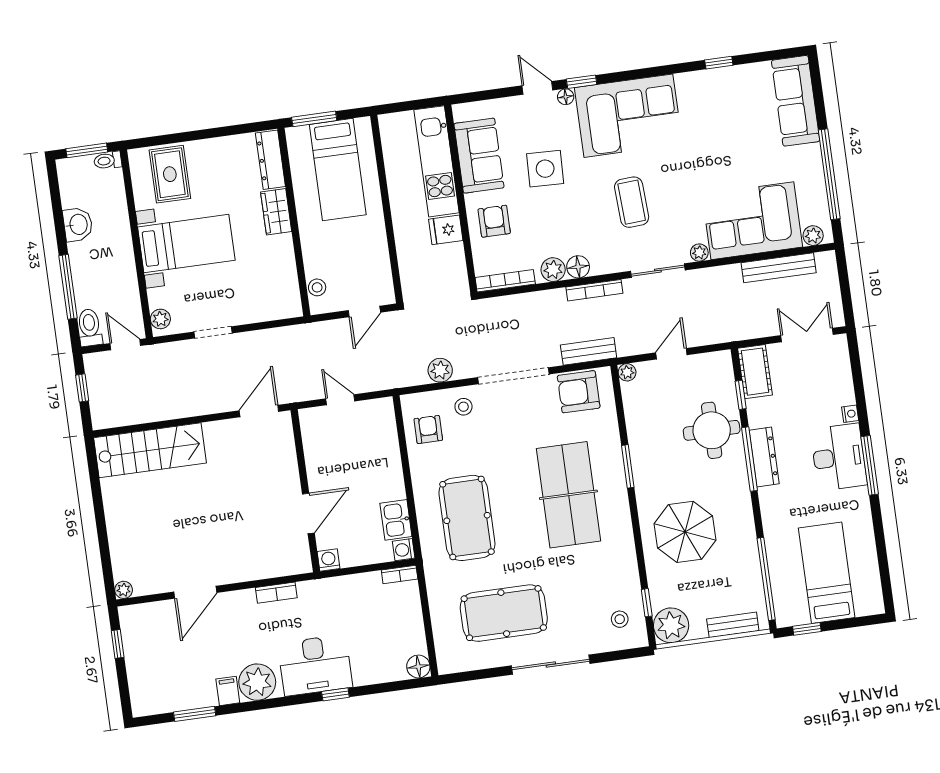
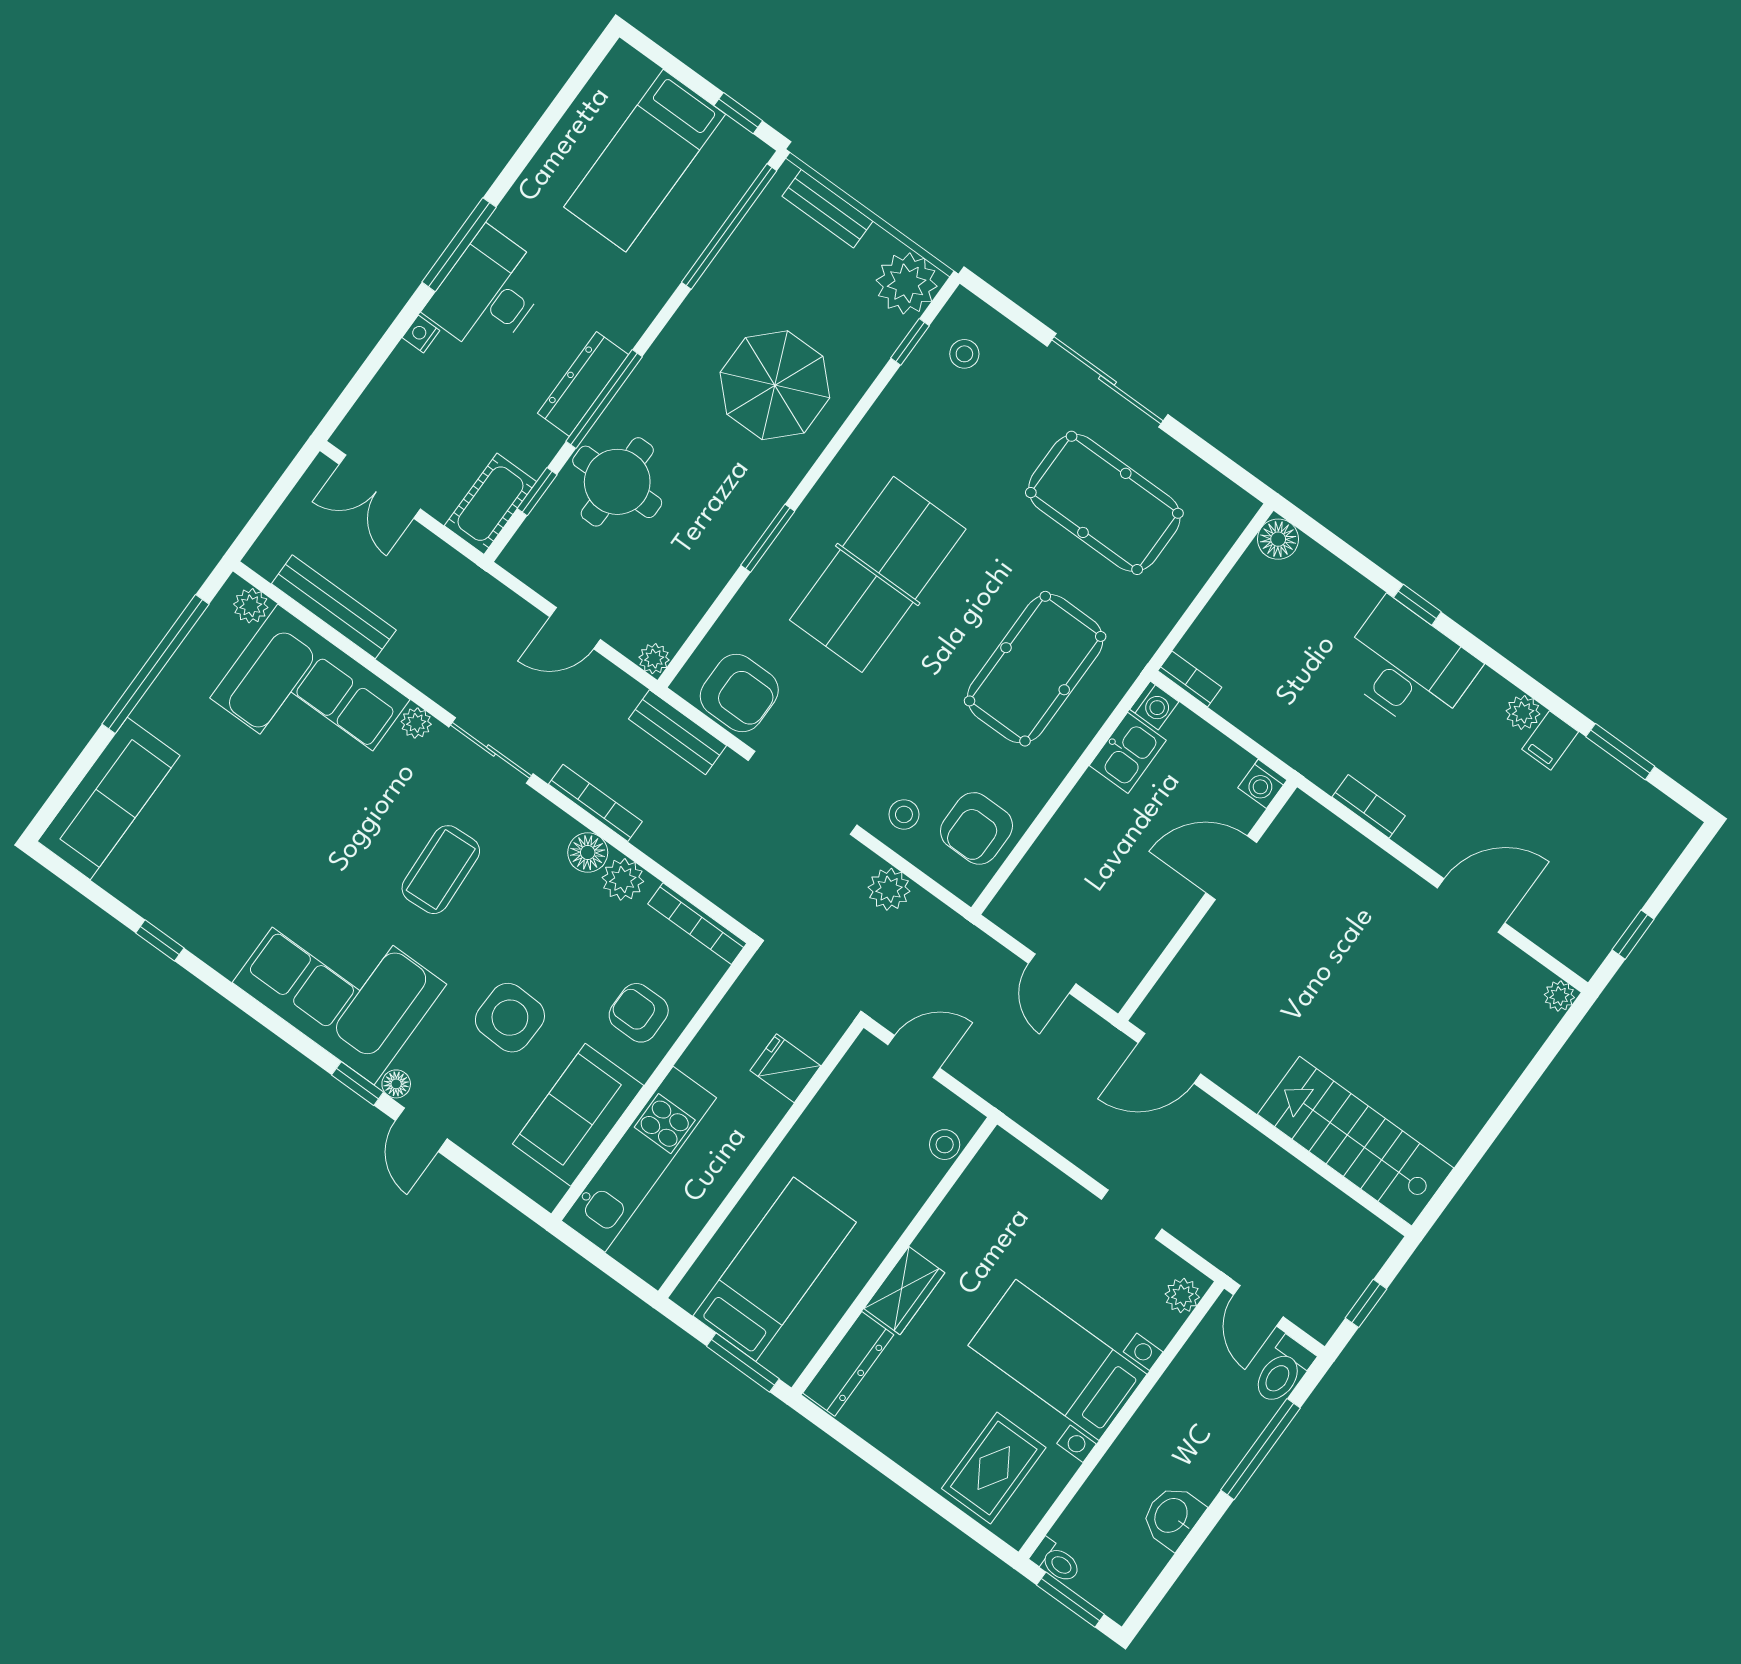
armchair: (494, 221) -> (639, 1013), turned 90
fridge: (446, 230) -> (785, 1068), moved, turned 180
armchair: (428, 429) -> (976, 828), width x1.38, depth x1.38
plant: (257, 682) -> (1523, 712), width x0.53, depth x0.53

